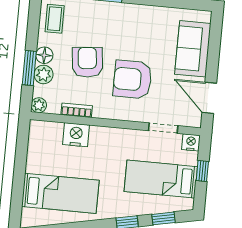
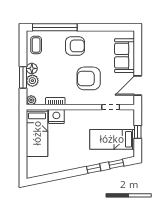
armchair: (87, 62) -> (75, 46), moved, turned 96
door: (209, 98) -> (138, 85), hinge flipped
nightstand: (191, 142) -> (129, 115), removed
bed: (60, 193) -> (37, 133), moved, turned 90

